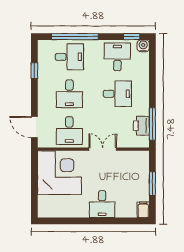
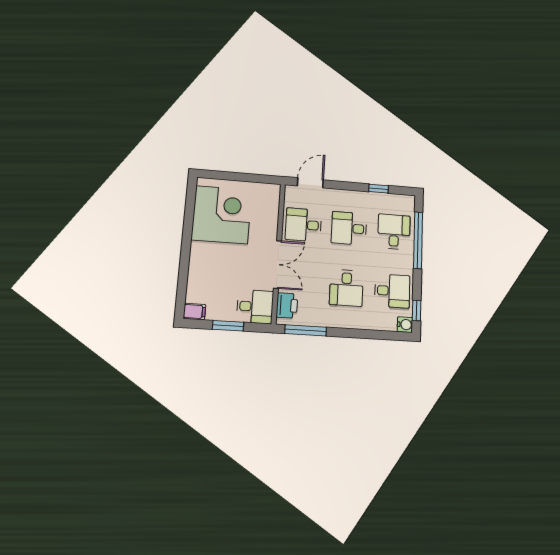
desk: (69, 57) -> (394, 232), turned 180
printer: (141, 126) -> (287, 305), moved, turned 90
double door: (103, 149) -> (277, 264), width x1.37
corner desk: (60, 173) -> (222, 215), moved, turned -90
desk: (102, 204) -> (255, 307), moved, turned 180

